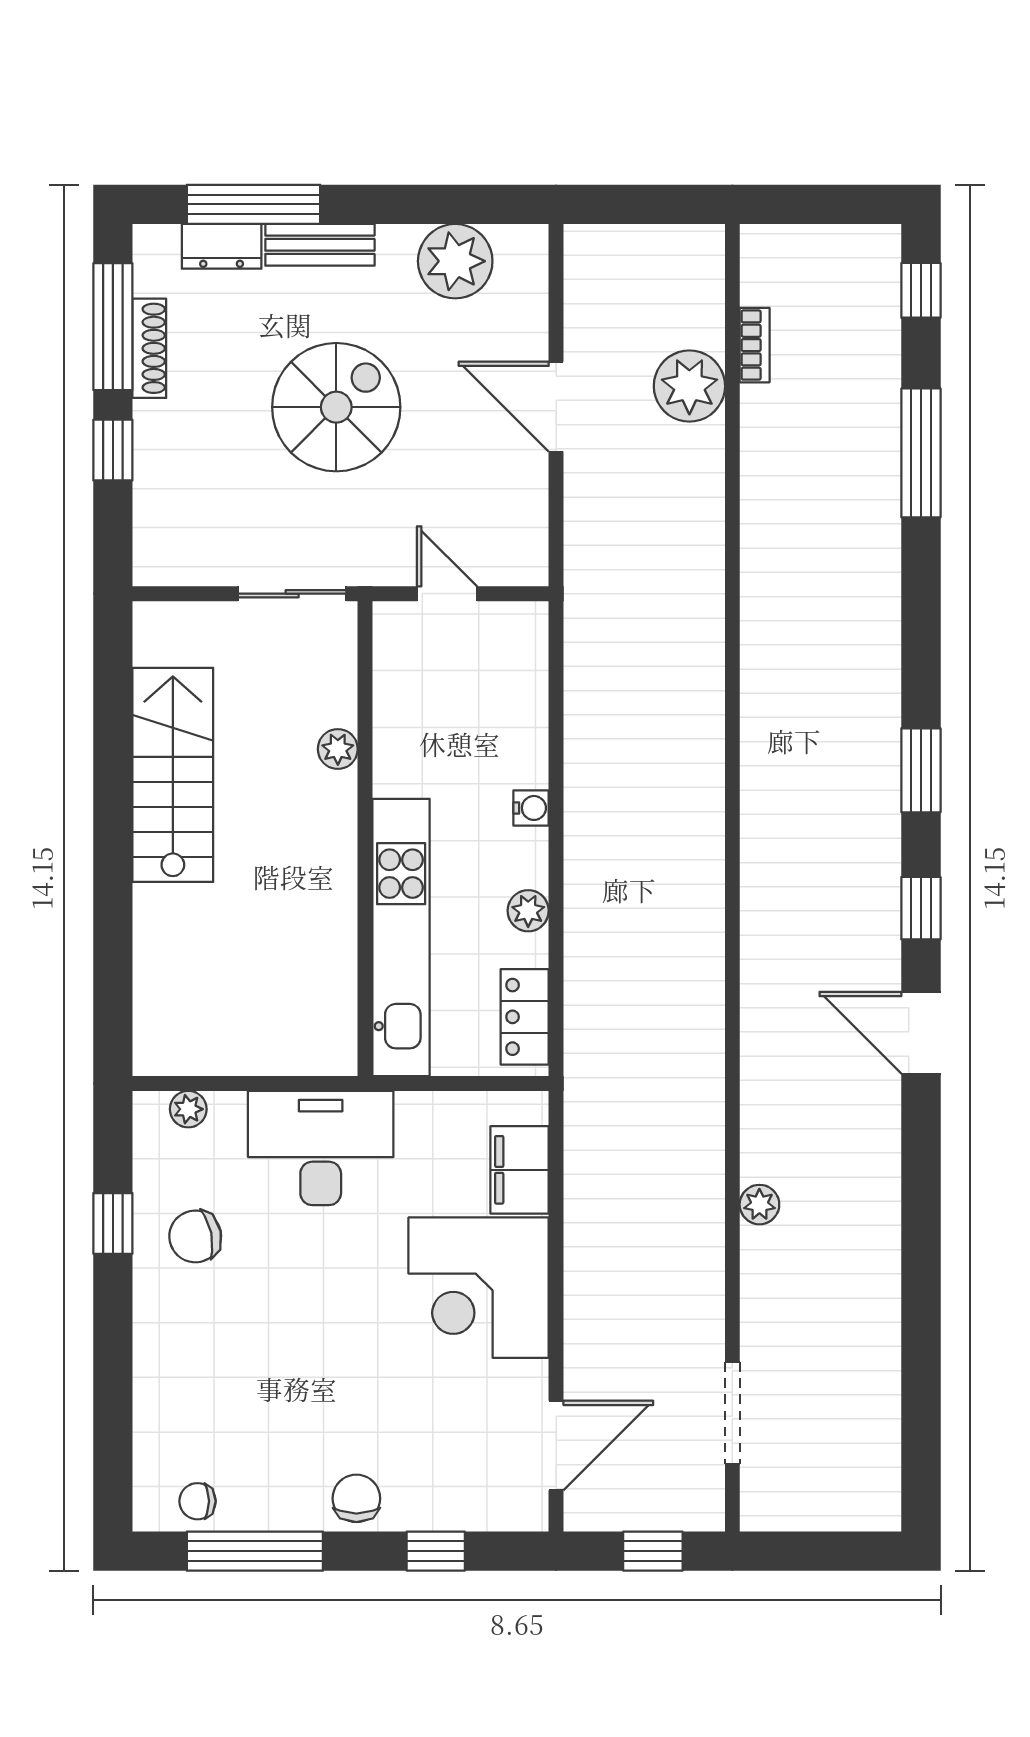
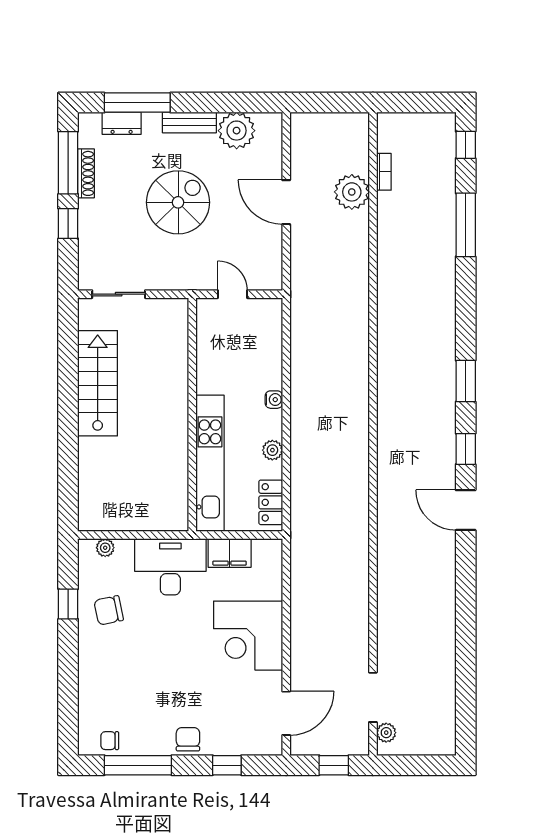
bench: (320, 245) -> (189, 122), moved
sliding door: (292, 594) -> (119, 294), moved
plant: (338, 749) -> (179, 371), removed
filing cabinet: (520, 1170) -> (230, 553), moved, turned -90
plant: (759, 1205) -> (386, 733), moved

